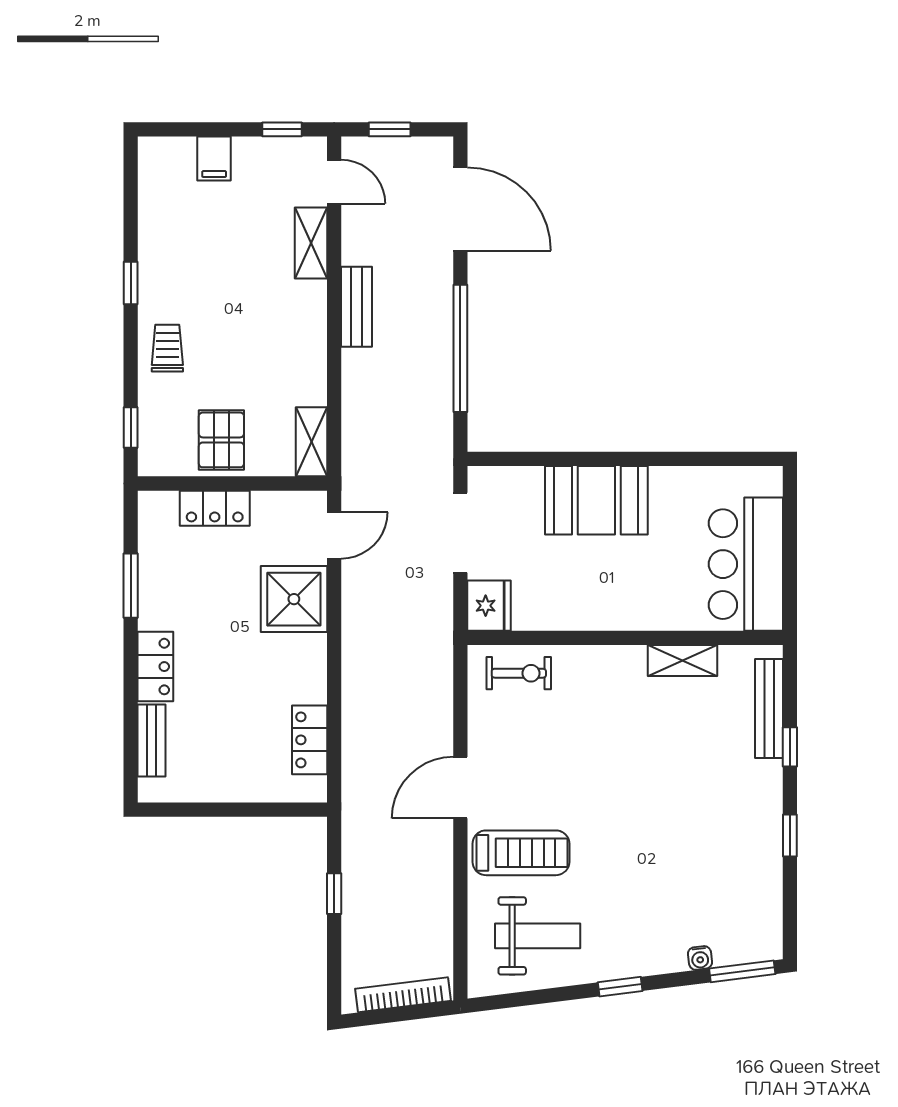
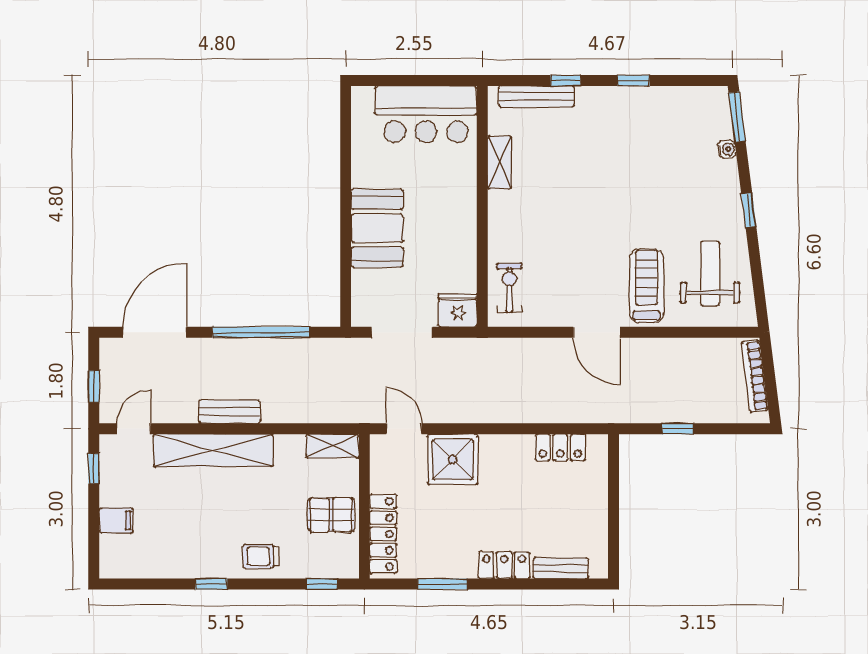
shelving: (311, 243) -> (213, 450), width x2.20, depth x1.33
locker: (215, 508) -> (383, 534), width x1.53

